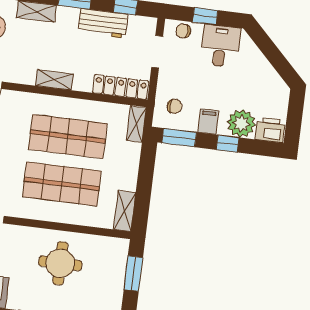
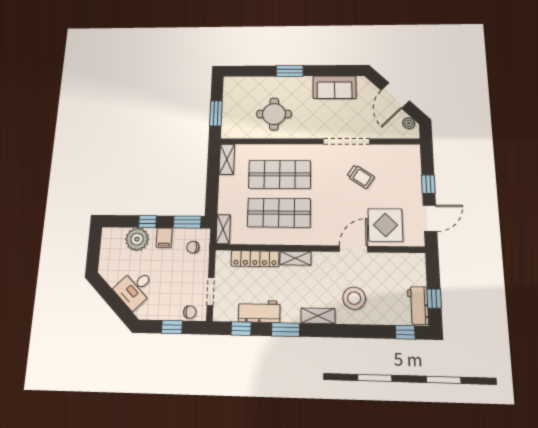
desk: (220, 46) -> (135, 288), moved, turned 45
locker: (121, 87) -> (255, 259), moved
printer: (270, 130) -> (113, 237), removed

